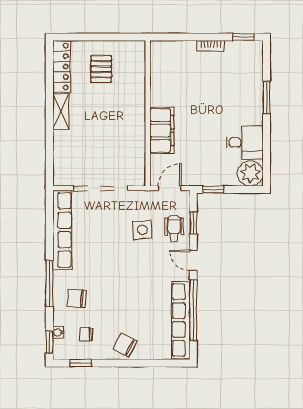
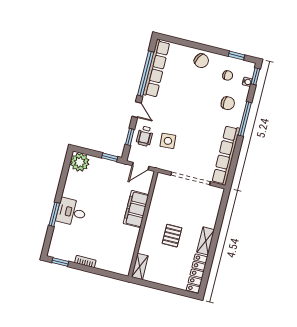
shelving: (138, 57) -> (140, 266), added
pallet: (101, 69) -> (172, 236), moved
desk: (245, 142) -> (71, 212), moved

